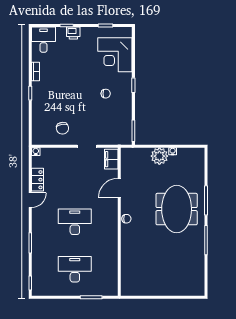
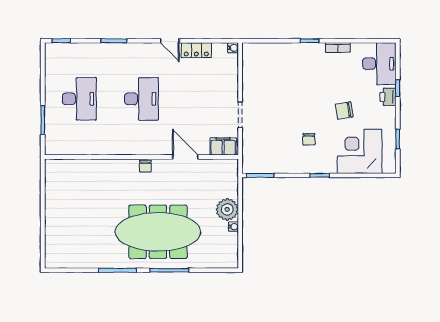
desk: (43, 40) -> (379, 64), width x1.37
chair: (62, 128) -> (344, 111), moved
meeting table: (177, 209) -> (158, 232), width x1.36

